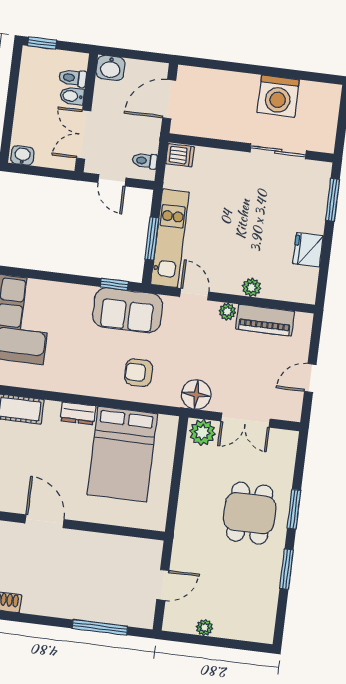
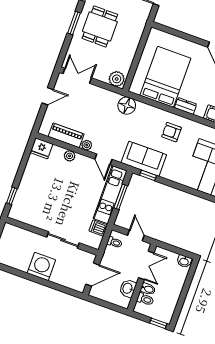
washbasin: (110, 68) -> (128, 288), moved, turned -90
washing machine: (278, 96) -> (41, 266), moved
sliding door: (278, 151) -> (63, 240), moved
dishwasher: (180, 155) -> (98, 228), moved
window: (332, 200) -> (12, 196), width x0.67
fridge: (308, 250) -> (41, 148), moved, turned 90
armchair: (139, 373) -> (172, 132), moved, turned 180
floor lamp: (196, 395) -> (127, 106), moved
double door: (246, 420) -> (77, 76), moved

